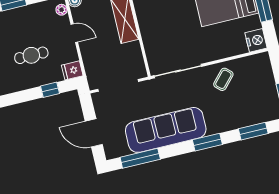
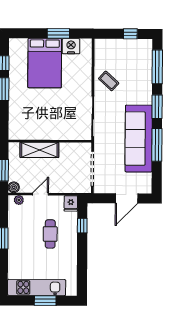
nightstand: (256, 40) -> (71, 46), moved
window: (253, 131) -> (157, 67), width x1.44
window: (140, 158) -> (157, 145), moved

